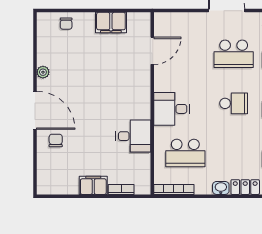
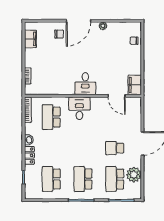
filing cabinet: (111, 23) -> (135, 85), moved
school desk: (234, 54) -> (115, 148), width x0.54
school desk: (234, 103) -> (83, 148), removed
desk: (133, 136) -> (85, 84), moved
filing cabinet: (93, 185) -> (30, 39), moved

